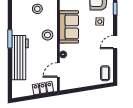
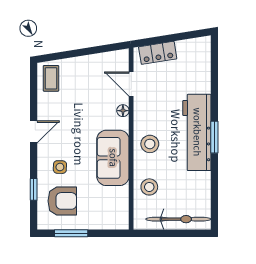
stool: (37, 9) -> (149, 187), moved
workbench: (20, 58) -> (197, 132), moved
door: (58, 70) -> (131, 84), swing flipped

